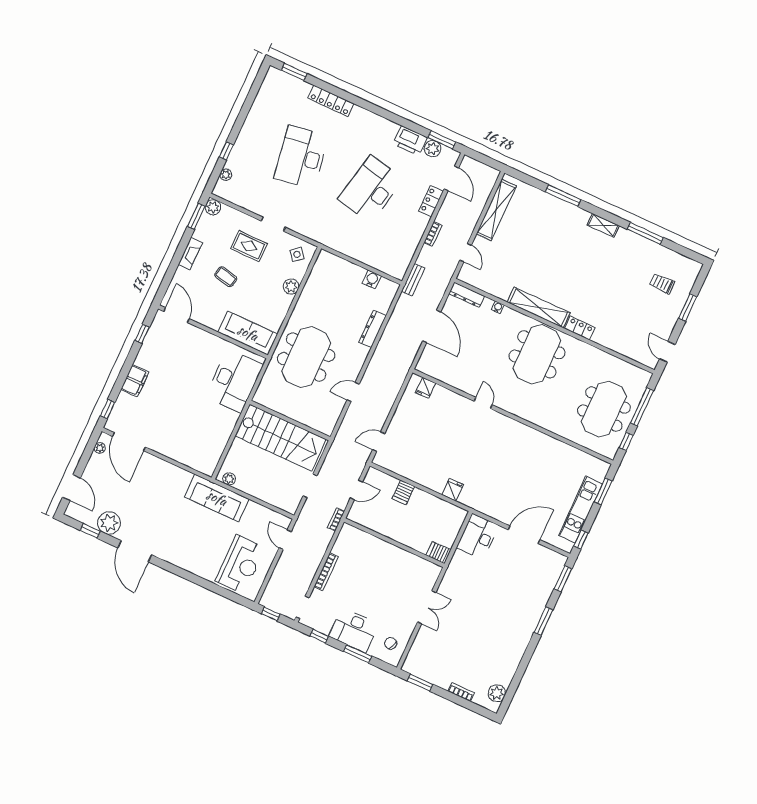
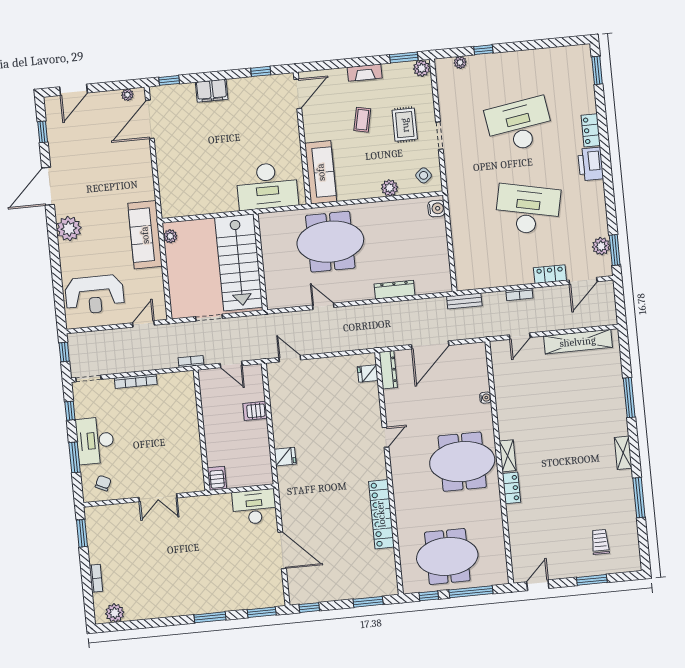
locker: (331, 101) -> (591, 130), width x0.66
printer: (410, 141) -> (591, 164), moved
water cooler: (372, 279) -> (436, 208), moved
dresser: (467, 295) -> (388, 370), moved, turned 180
shelving: (539, 308) -> (508, 456), width x0.45, depth x0.75
locker: (541, 441) -> (381, 514), added
kitchen unit: (581, 510) -> (338, 590), removed
plant: (109, 523) -> (69, 229), moved

